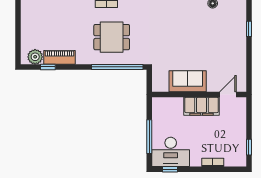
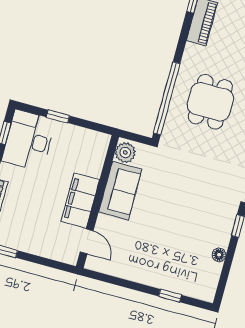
plant: (161, 85) -> (125, 153), added
window: (149, 137) -> (58, 116), width x0.46

